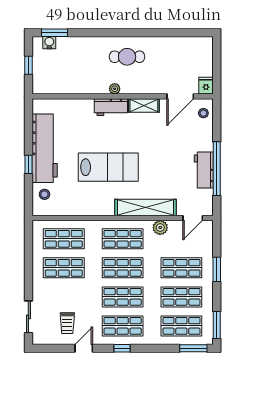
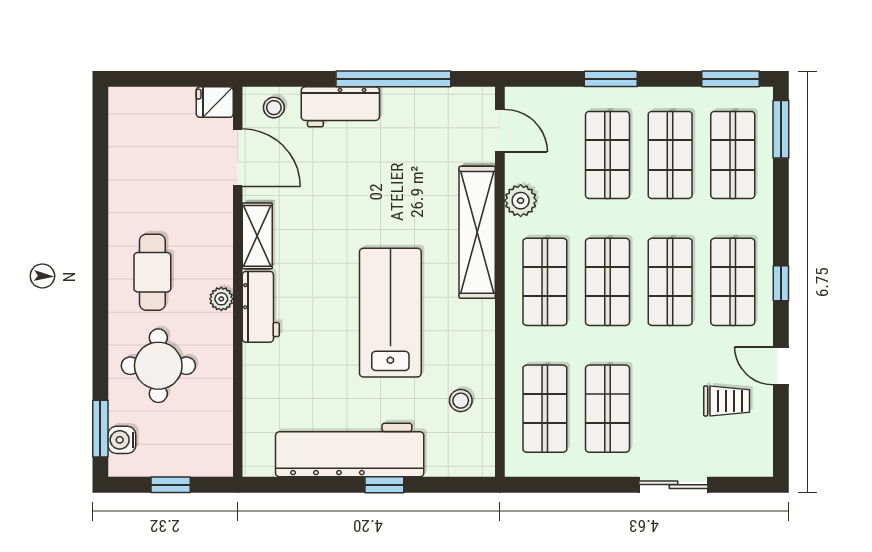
round table: (84, 60) -> (158, 366), added
workbench: (204, 170) -> (340, 107), moved
stool: (44, 194) -> (461, 401), moved
sliding door: (28, 317) -> (673, 485), moved

